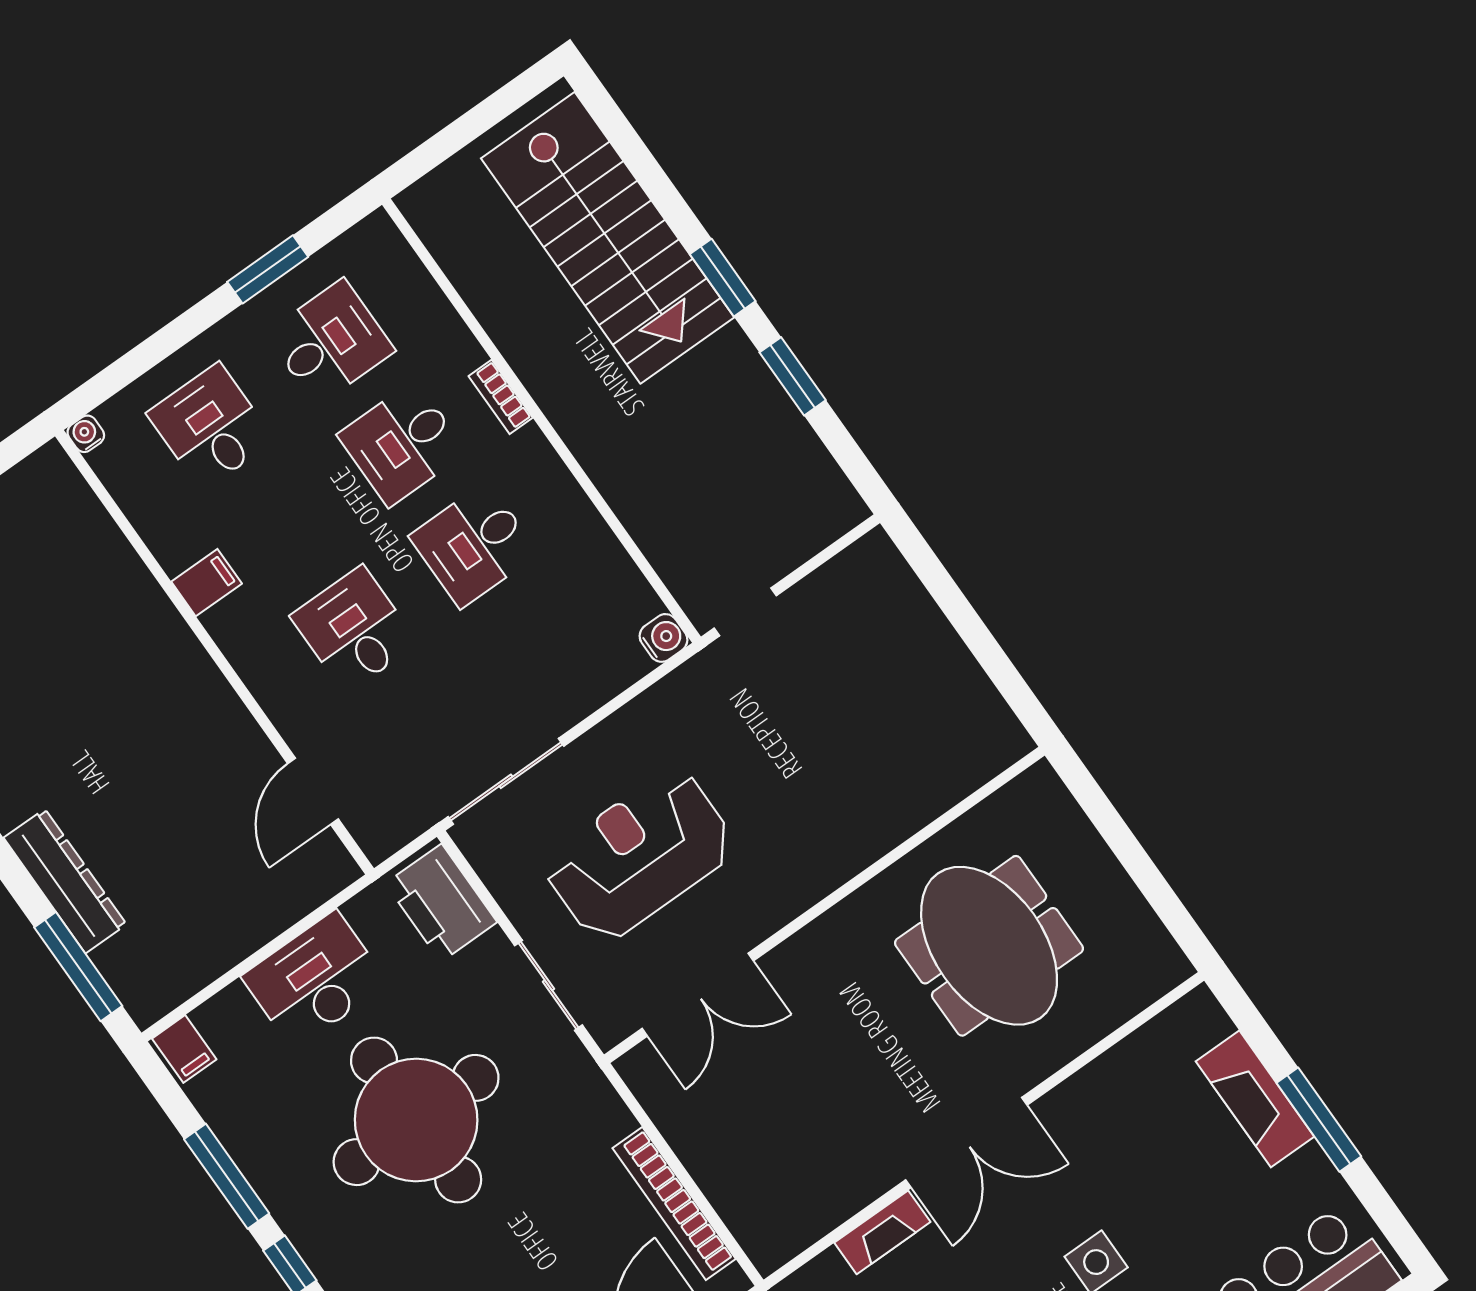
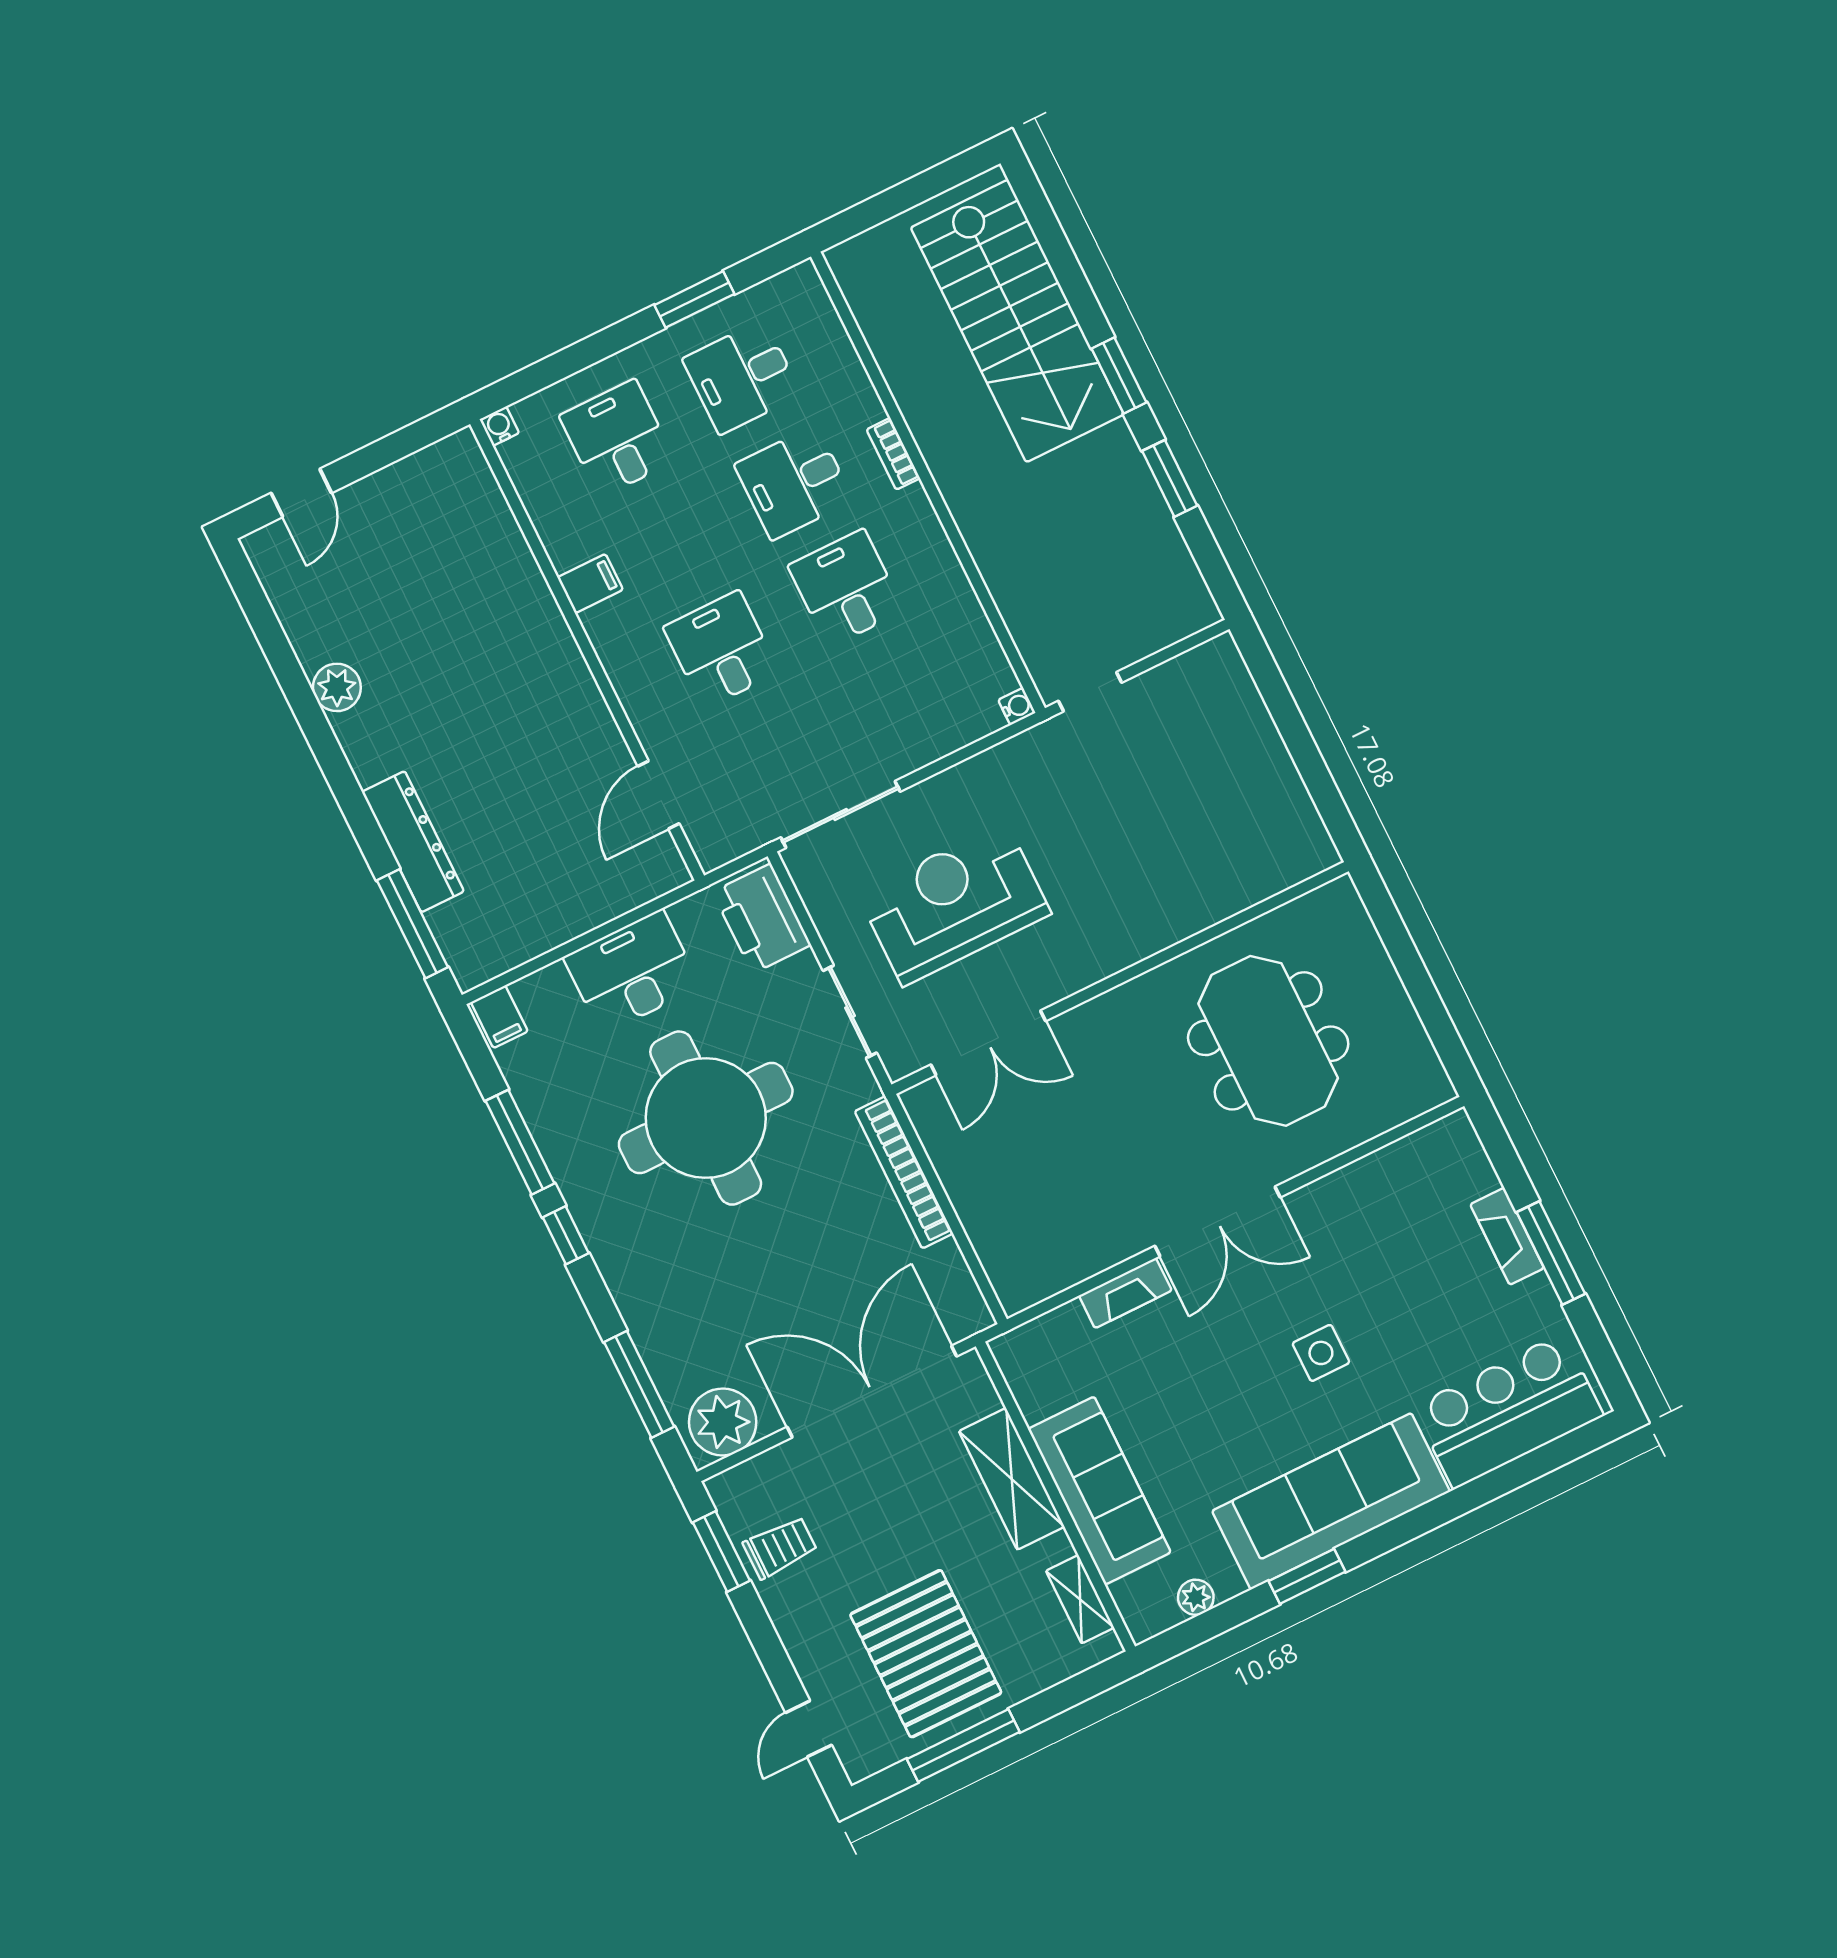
desk: (330, 342) -> (742, 377), turned 180
desk: (474, 545) -> (846, 588), turned 90
water cooler: (664, 638) -> (1017, 706), width x0.72, depth x0.72
fireplace: (1255, 1099) -> (1507, 1236), width x0.73, depth x0.76
bookcase: (674, 1204) -> (904, 1172), moved

